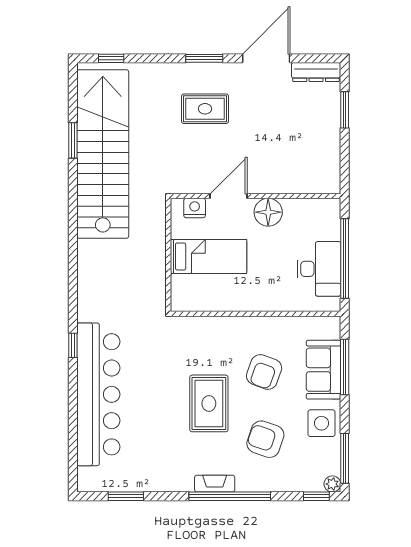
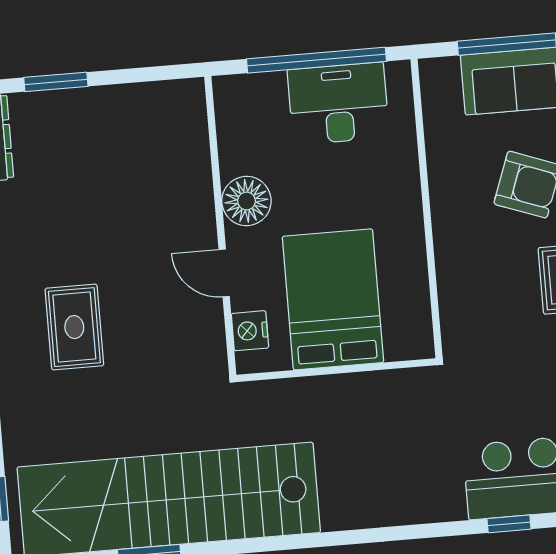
door: (229, 196) -> (224, 273), width x0.73
bed: (208, 256) -> (333, 299), width x1.50

